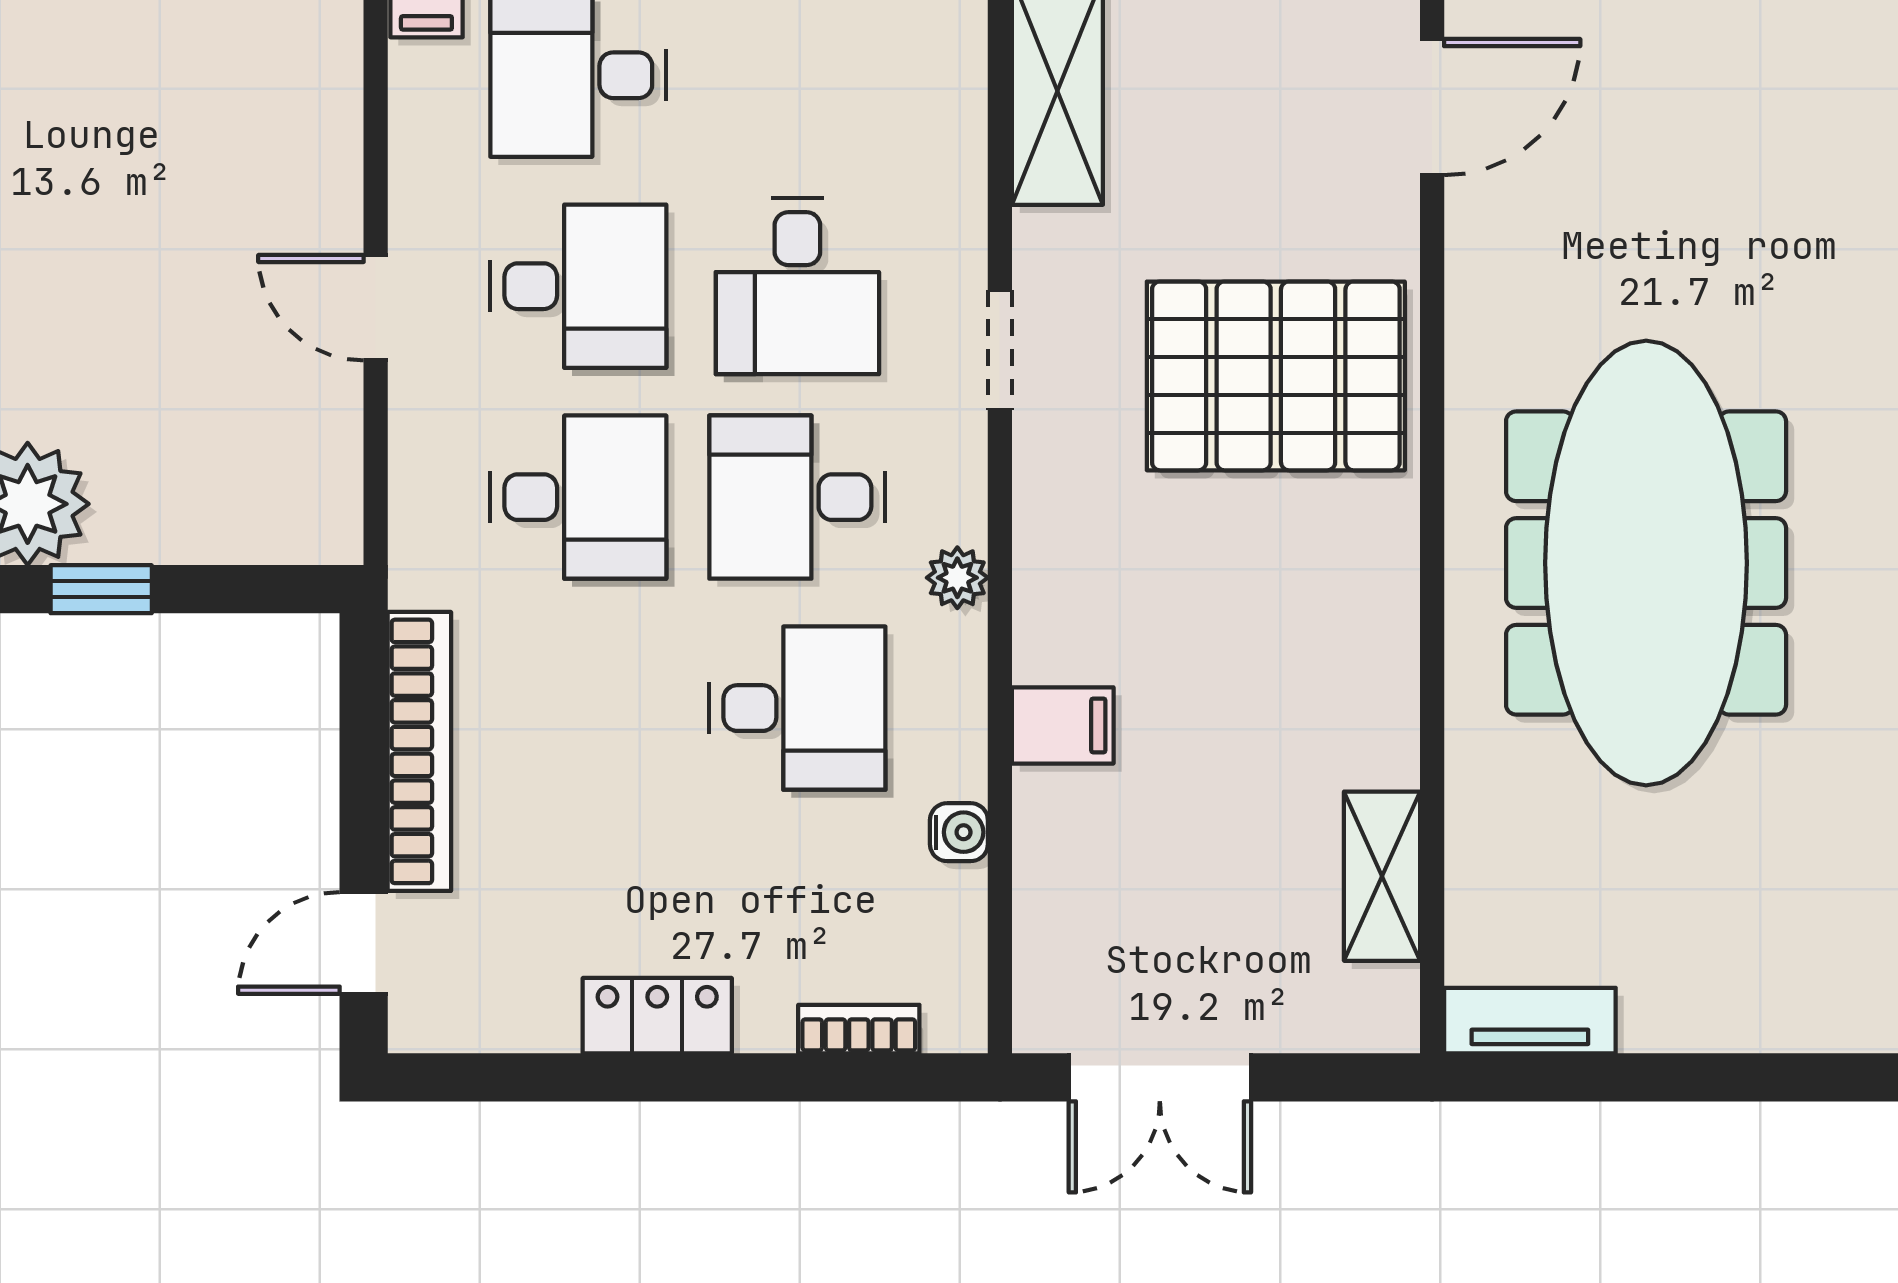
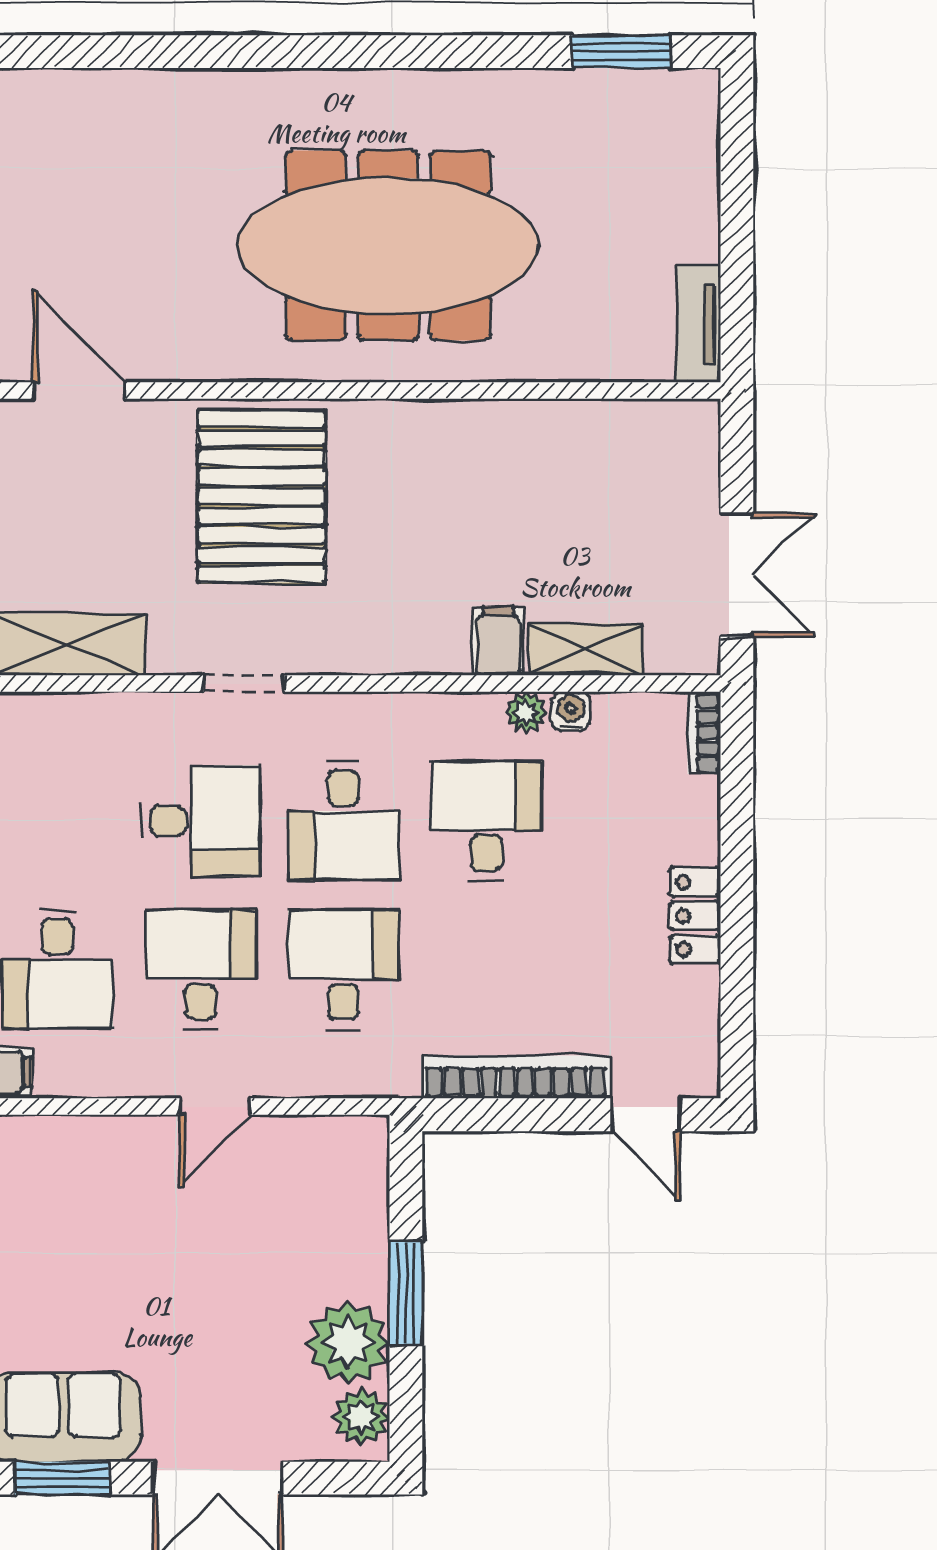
plant: (957, 578) -> (526, 712), moved
window: (101, 589) -> (406, 1293), width x1.50
shelving: (1382, 876) -> (586, 650), moved
bookcase: (859, 1029) -> (704, 733), moved

